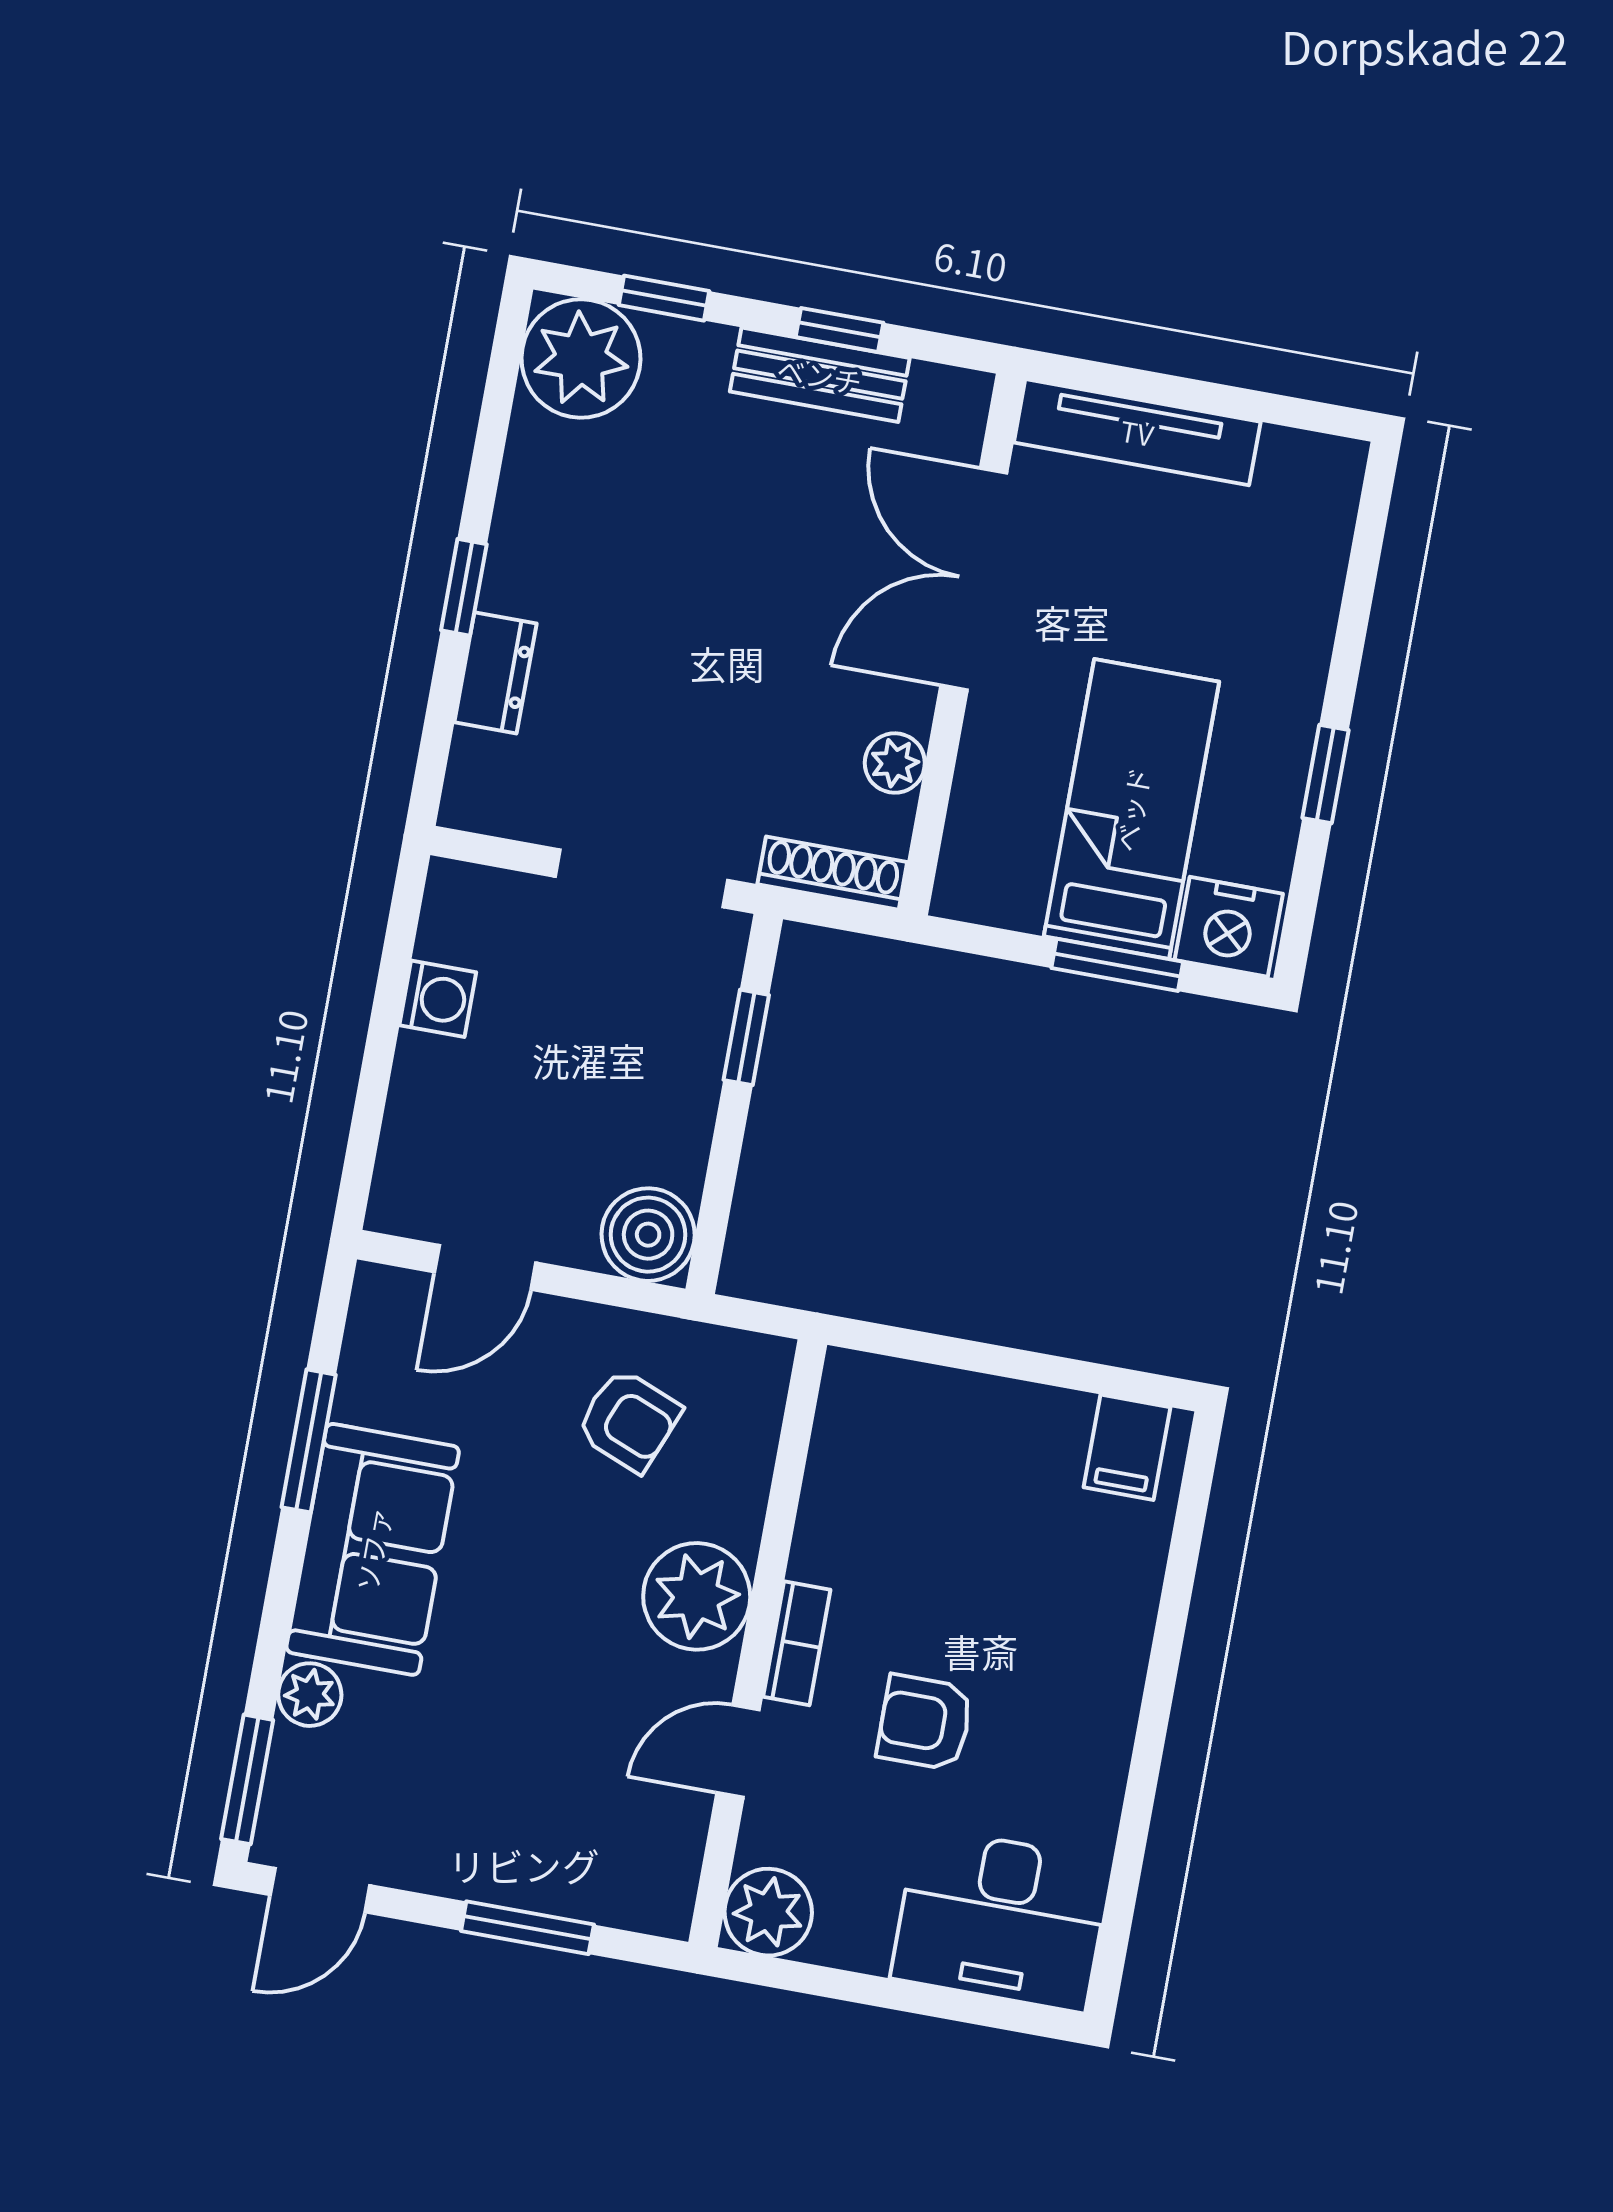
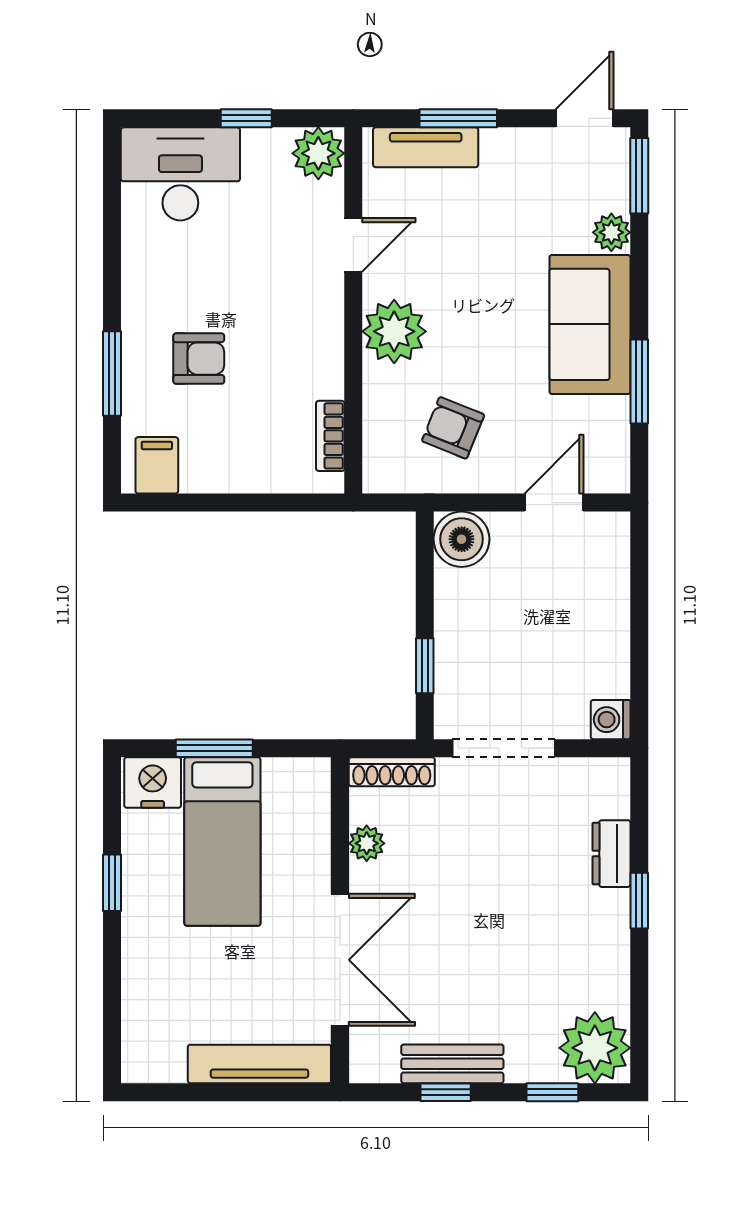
washing machine: (438, 999) -> (611, 720), moved
window: (1173, 1612) -> (112, 373), added
bookcase: (797, 1643) -> (330, 436), moved
armchair: (925, 1723) -> (199, 359), moved
tv unit: (590, 1890) -> (426, 147), added
window: (876, 1991) -> (246, 118), added

